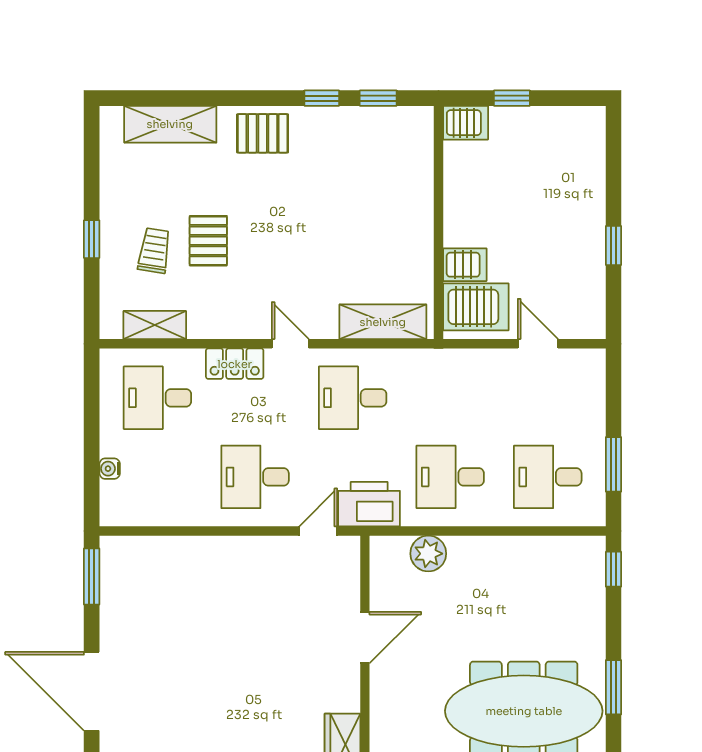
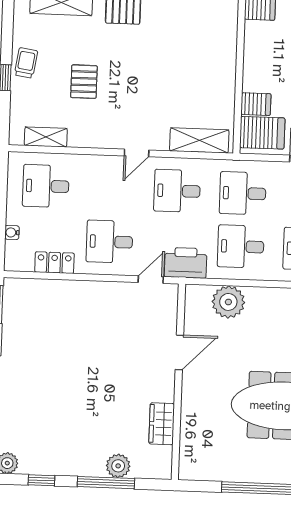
trolley: (154, 251) -> (26, 63), moved
door: (290, 344) -> (137, 153), swing flipped
locker: (235, 364) -> (54, 263), moved, turned 180
desk: (450, 398) -> (243, 193), added
plant: (428, 554) -> (228, 302), width x1.36, depth x1.36

